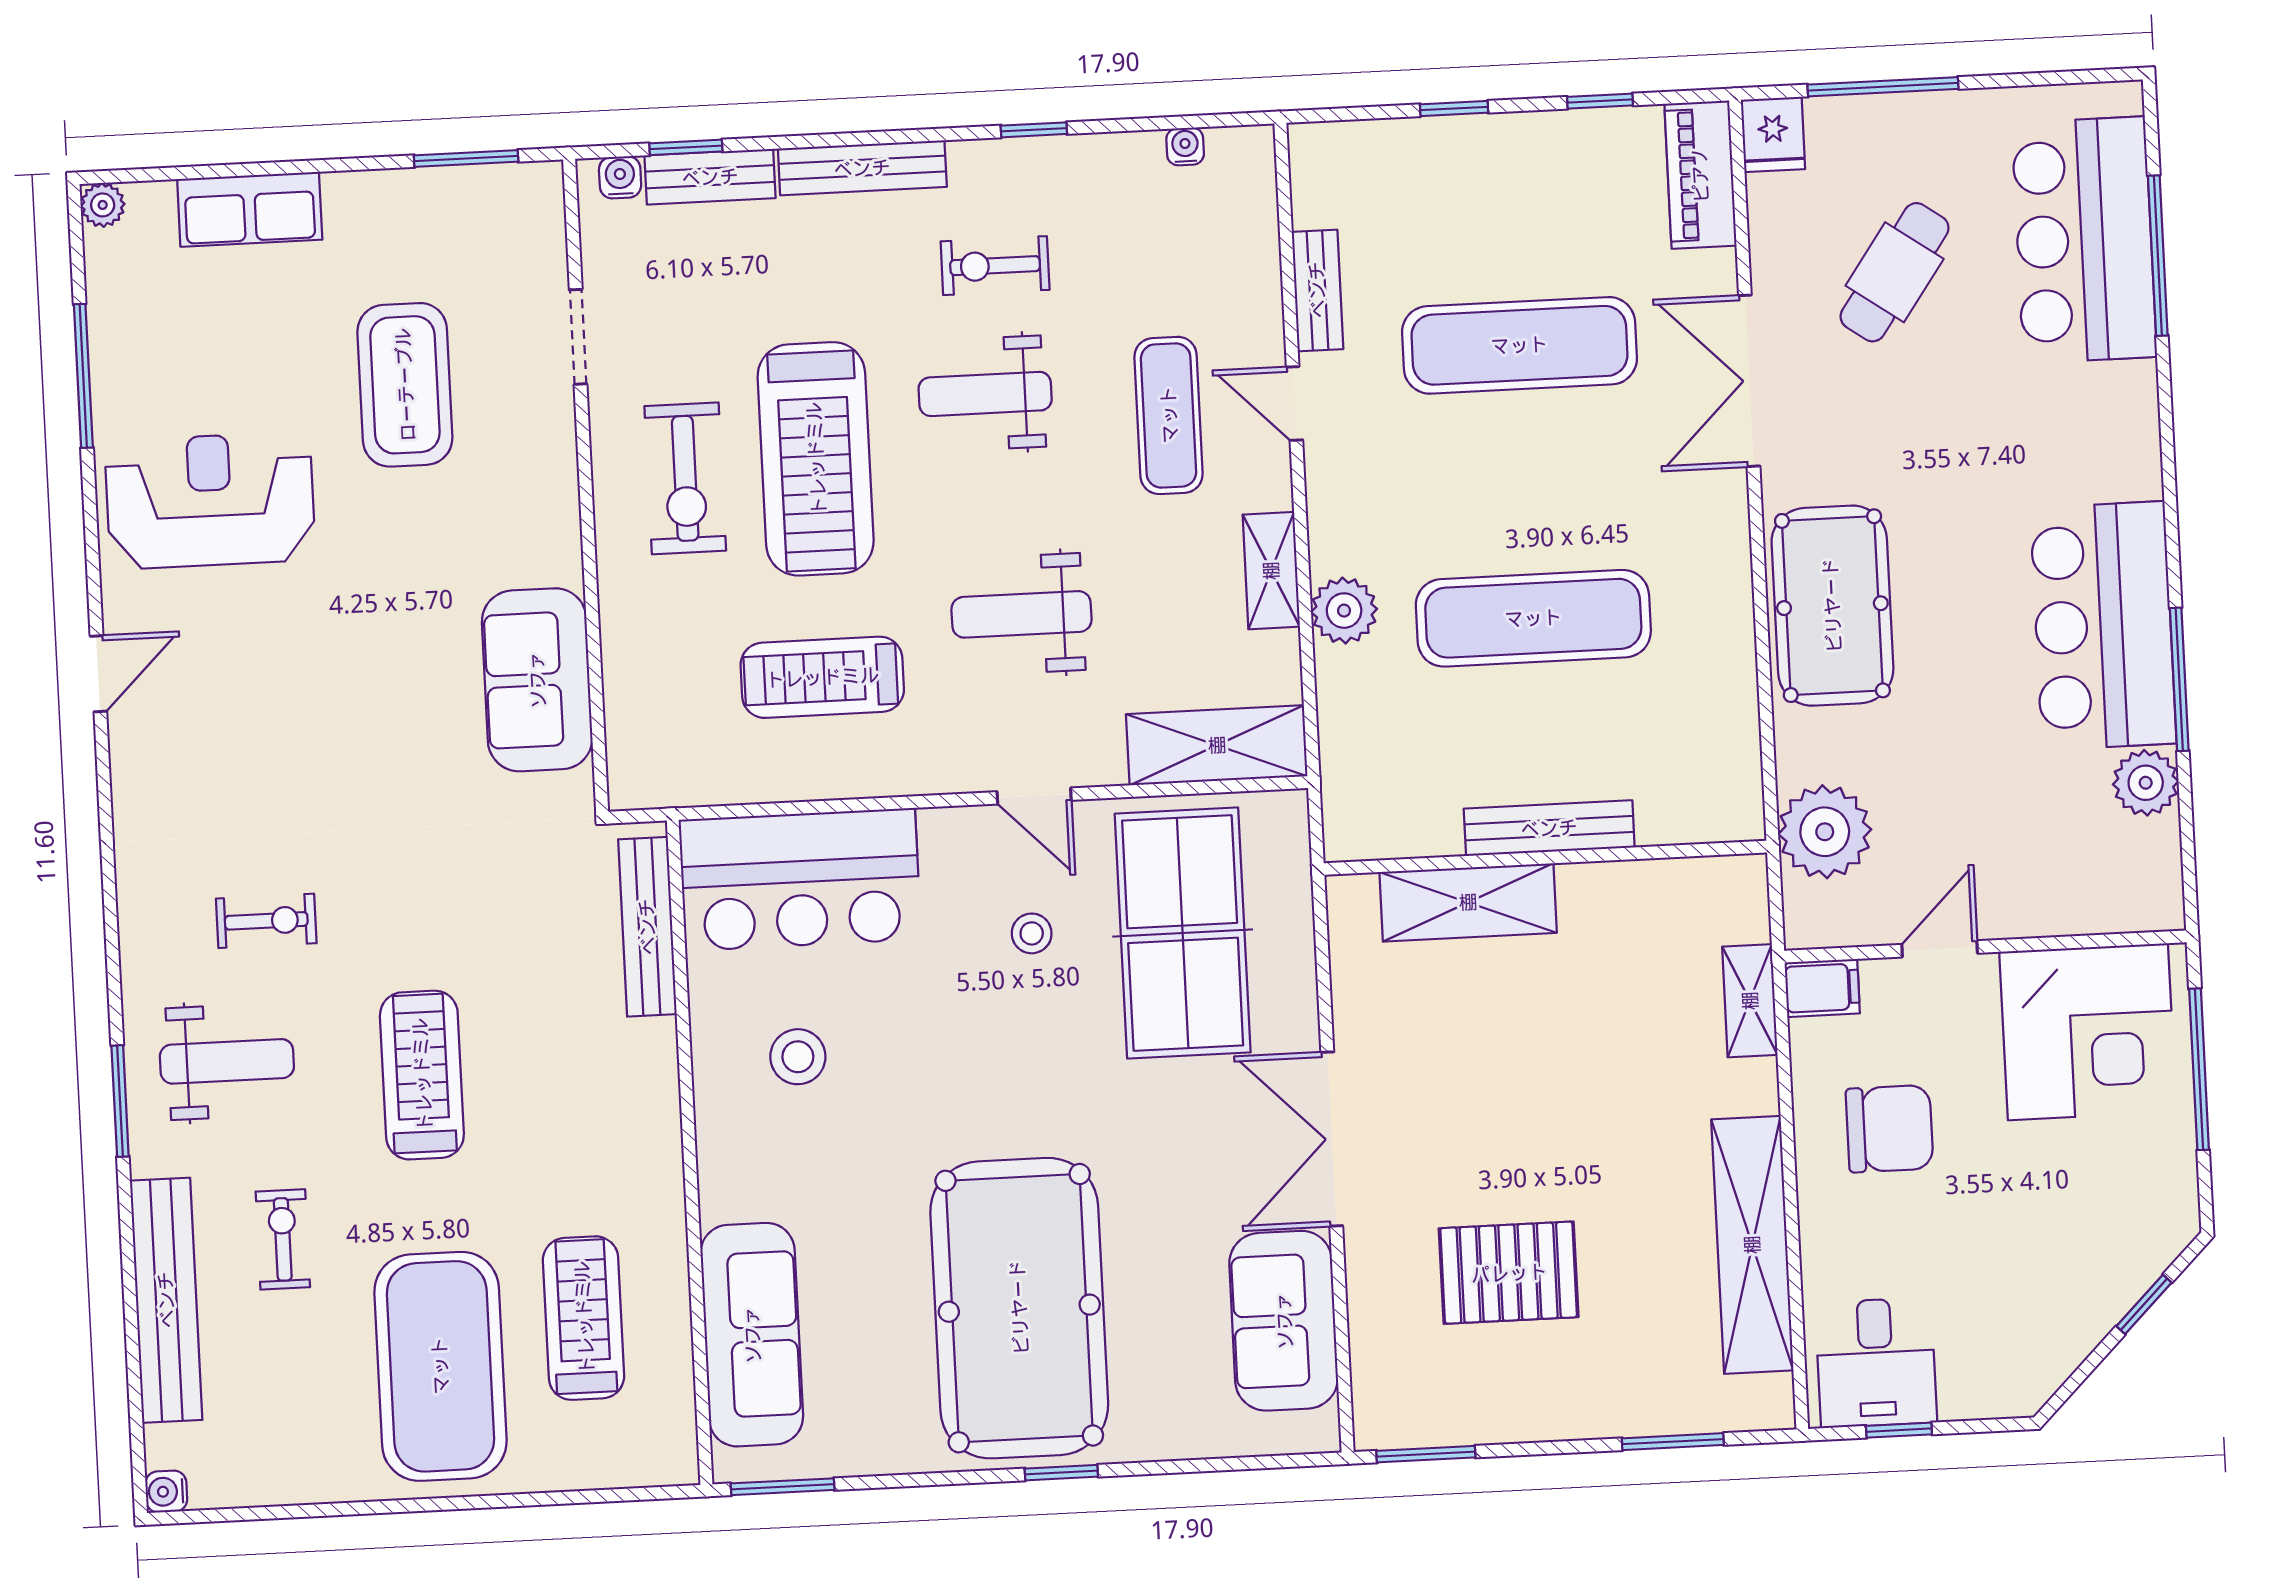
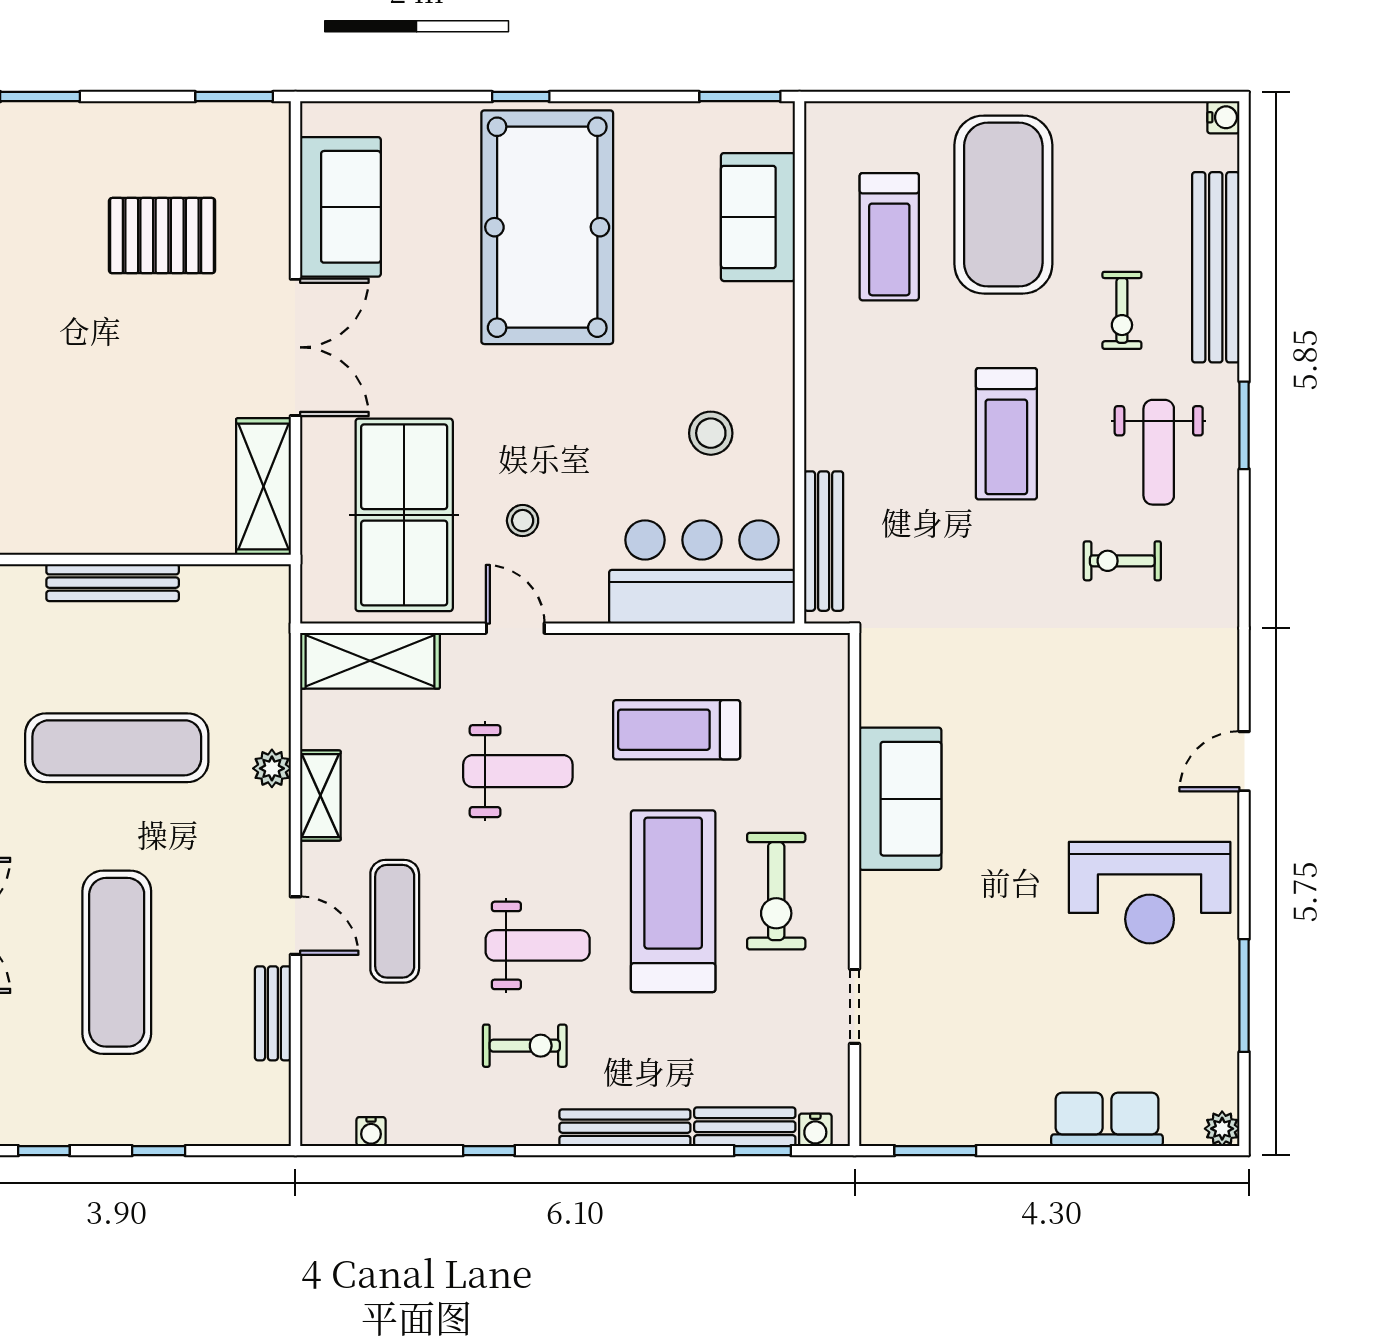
exercise mat: (1519, 345) -> (117, 962), turned 90
coffee table: (405, 385) -> (992, 976), removed
exercise bike: (685, 478) -> (776, 891), turned 180
plant: (1344, 611) -> (272, 768), width x0.73, depth x0.73
treadmill: (822, 677) -> (677, 730), turned 180
sofa: (537, 680) -> (900, 799), moved
shelving: (1468, 902) -> (264, 486), moved, turned 90
weight bench: (227, 1061) -> (1159, 452), turned -90
sofa: (752, 1335) -> (758, 217), width x0.73

